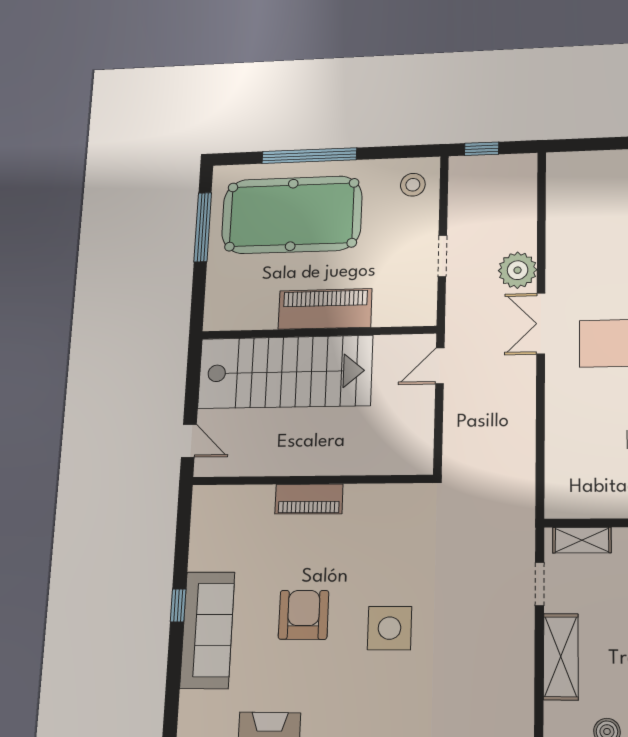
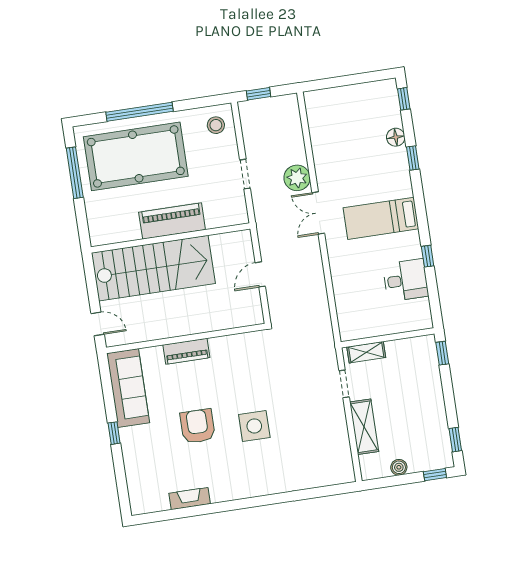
door: (440, 366) -> (260, 274), moved
sofa: (207, 630) -> (128, 388), moved

